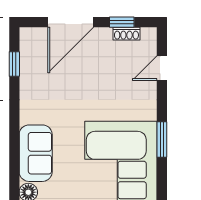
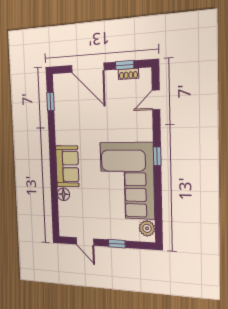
door: (71, 22) -> (88, 68), hinge flipped
window: (162, 139) -> (157, 156), width x0.67

